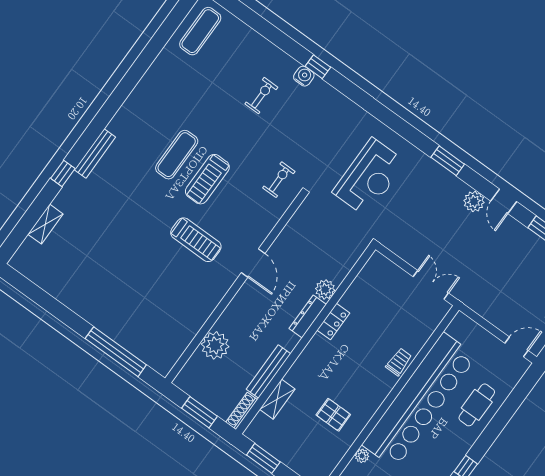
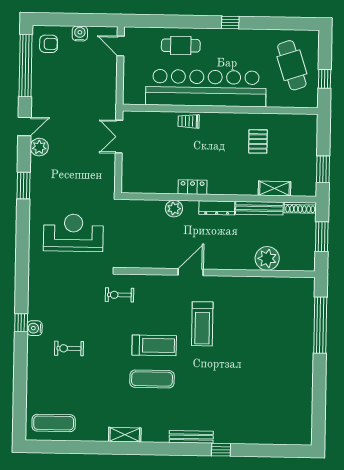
shelving: (45, 224) -> (125, 435), moved
treadmill: (196, 240) -> (202, 324), turned 180
dresser: (308, 317) -> (217, 208), moved
plant: (362, 456) -> (273, 101), removed

